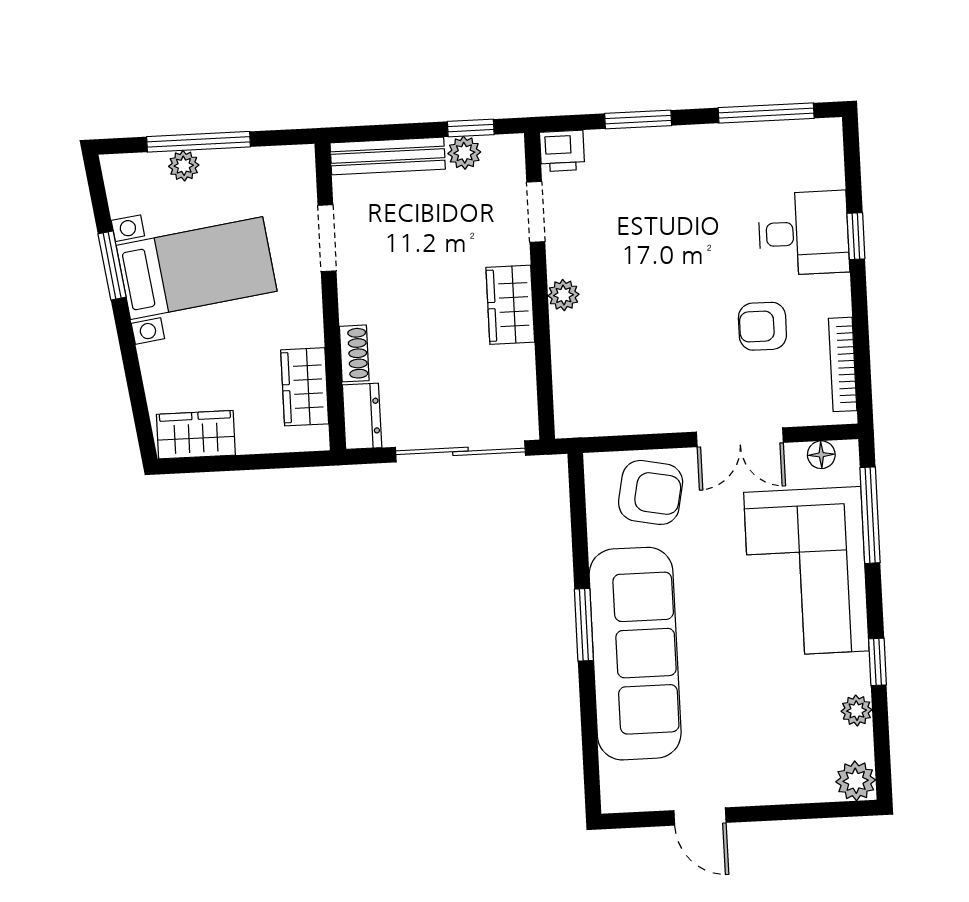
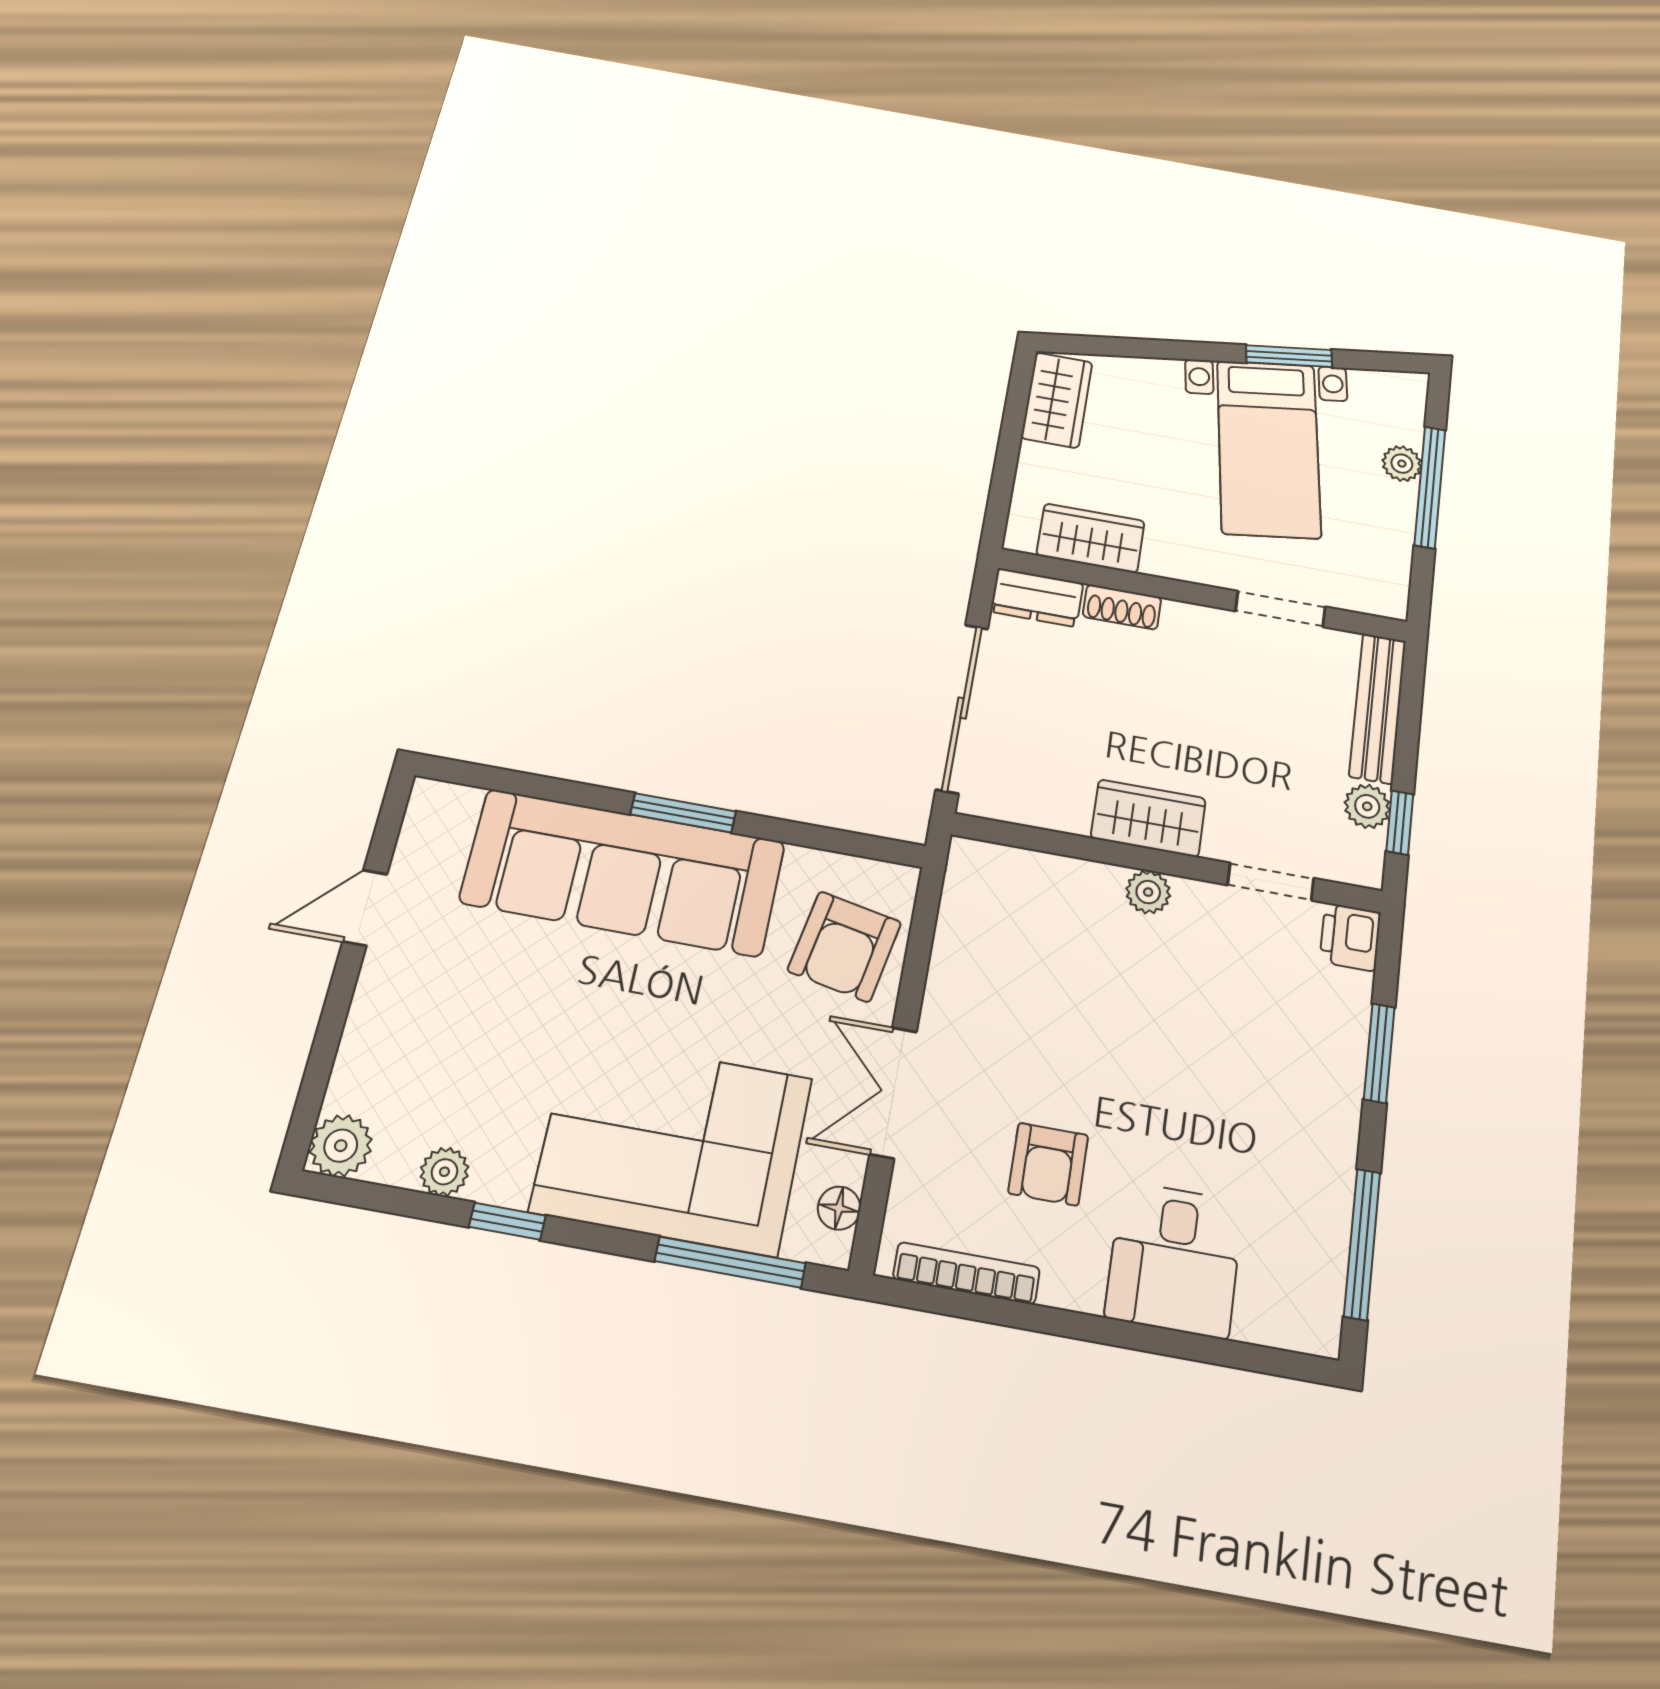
window: (856, 236) -> (1156, 1340), removed
armchair: (762, 326) -> (1048, 1164), turned 180

